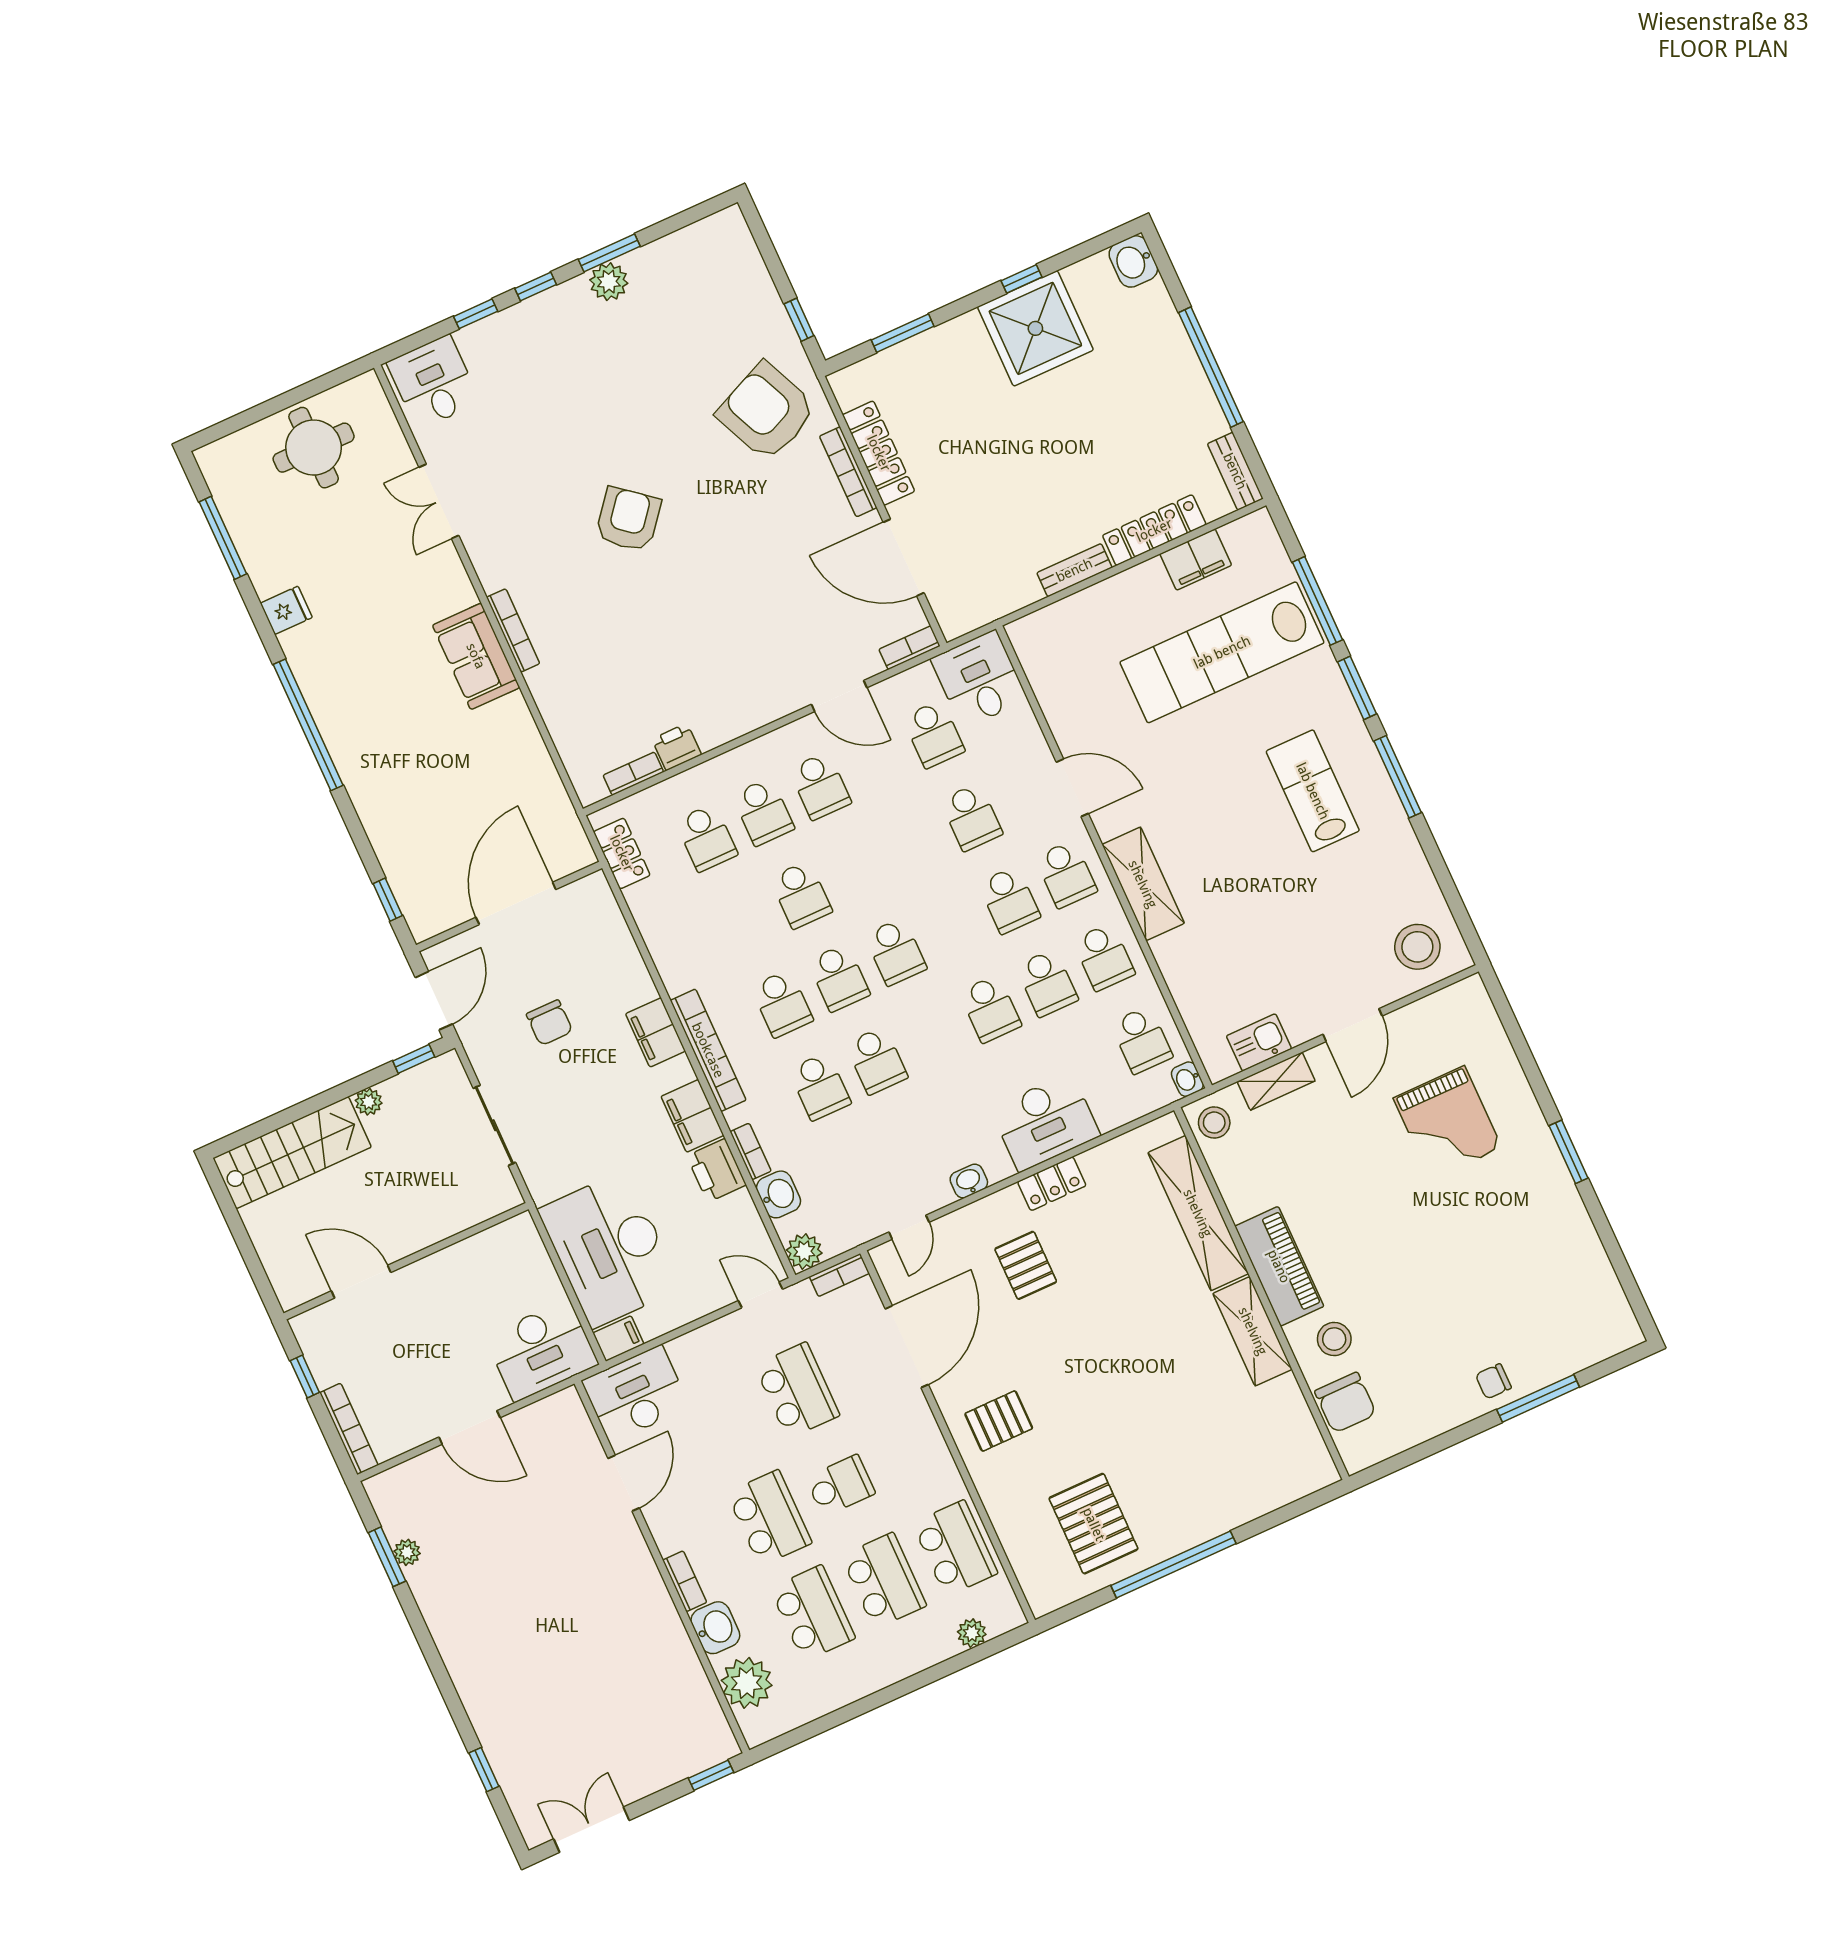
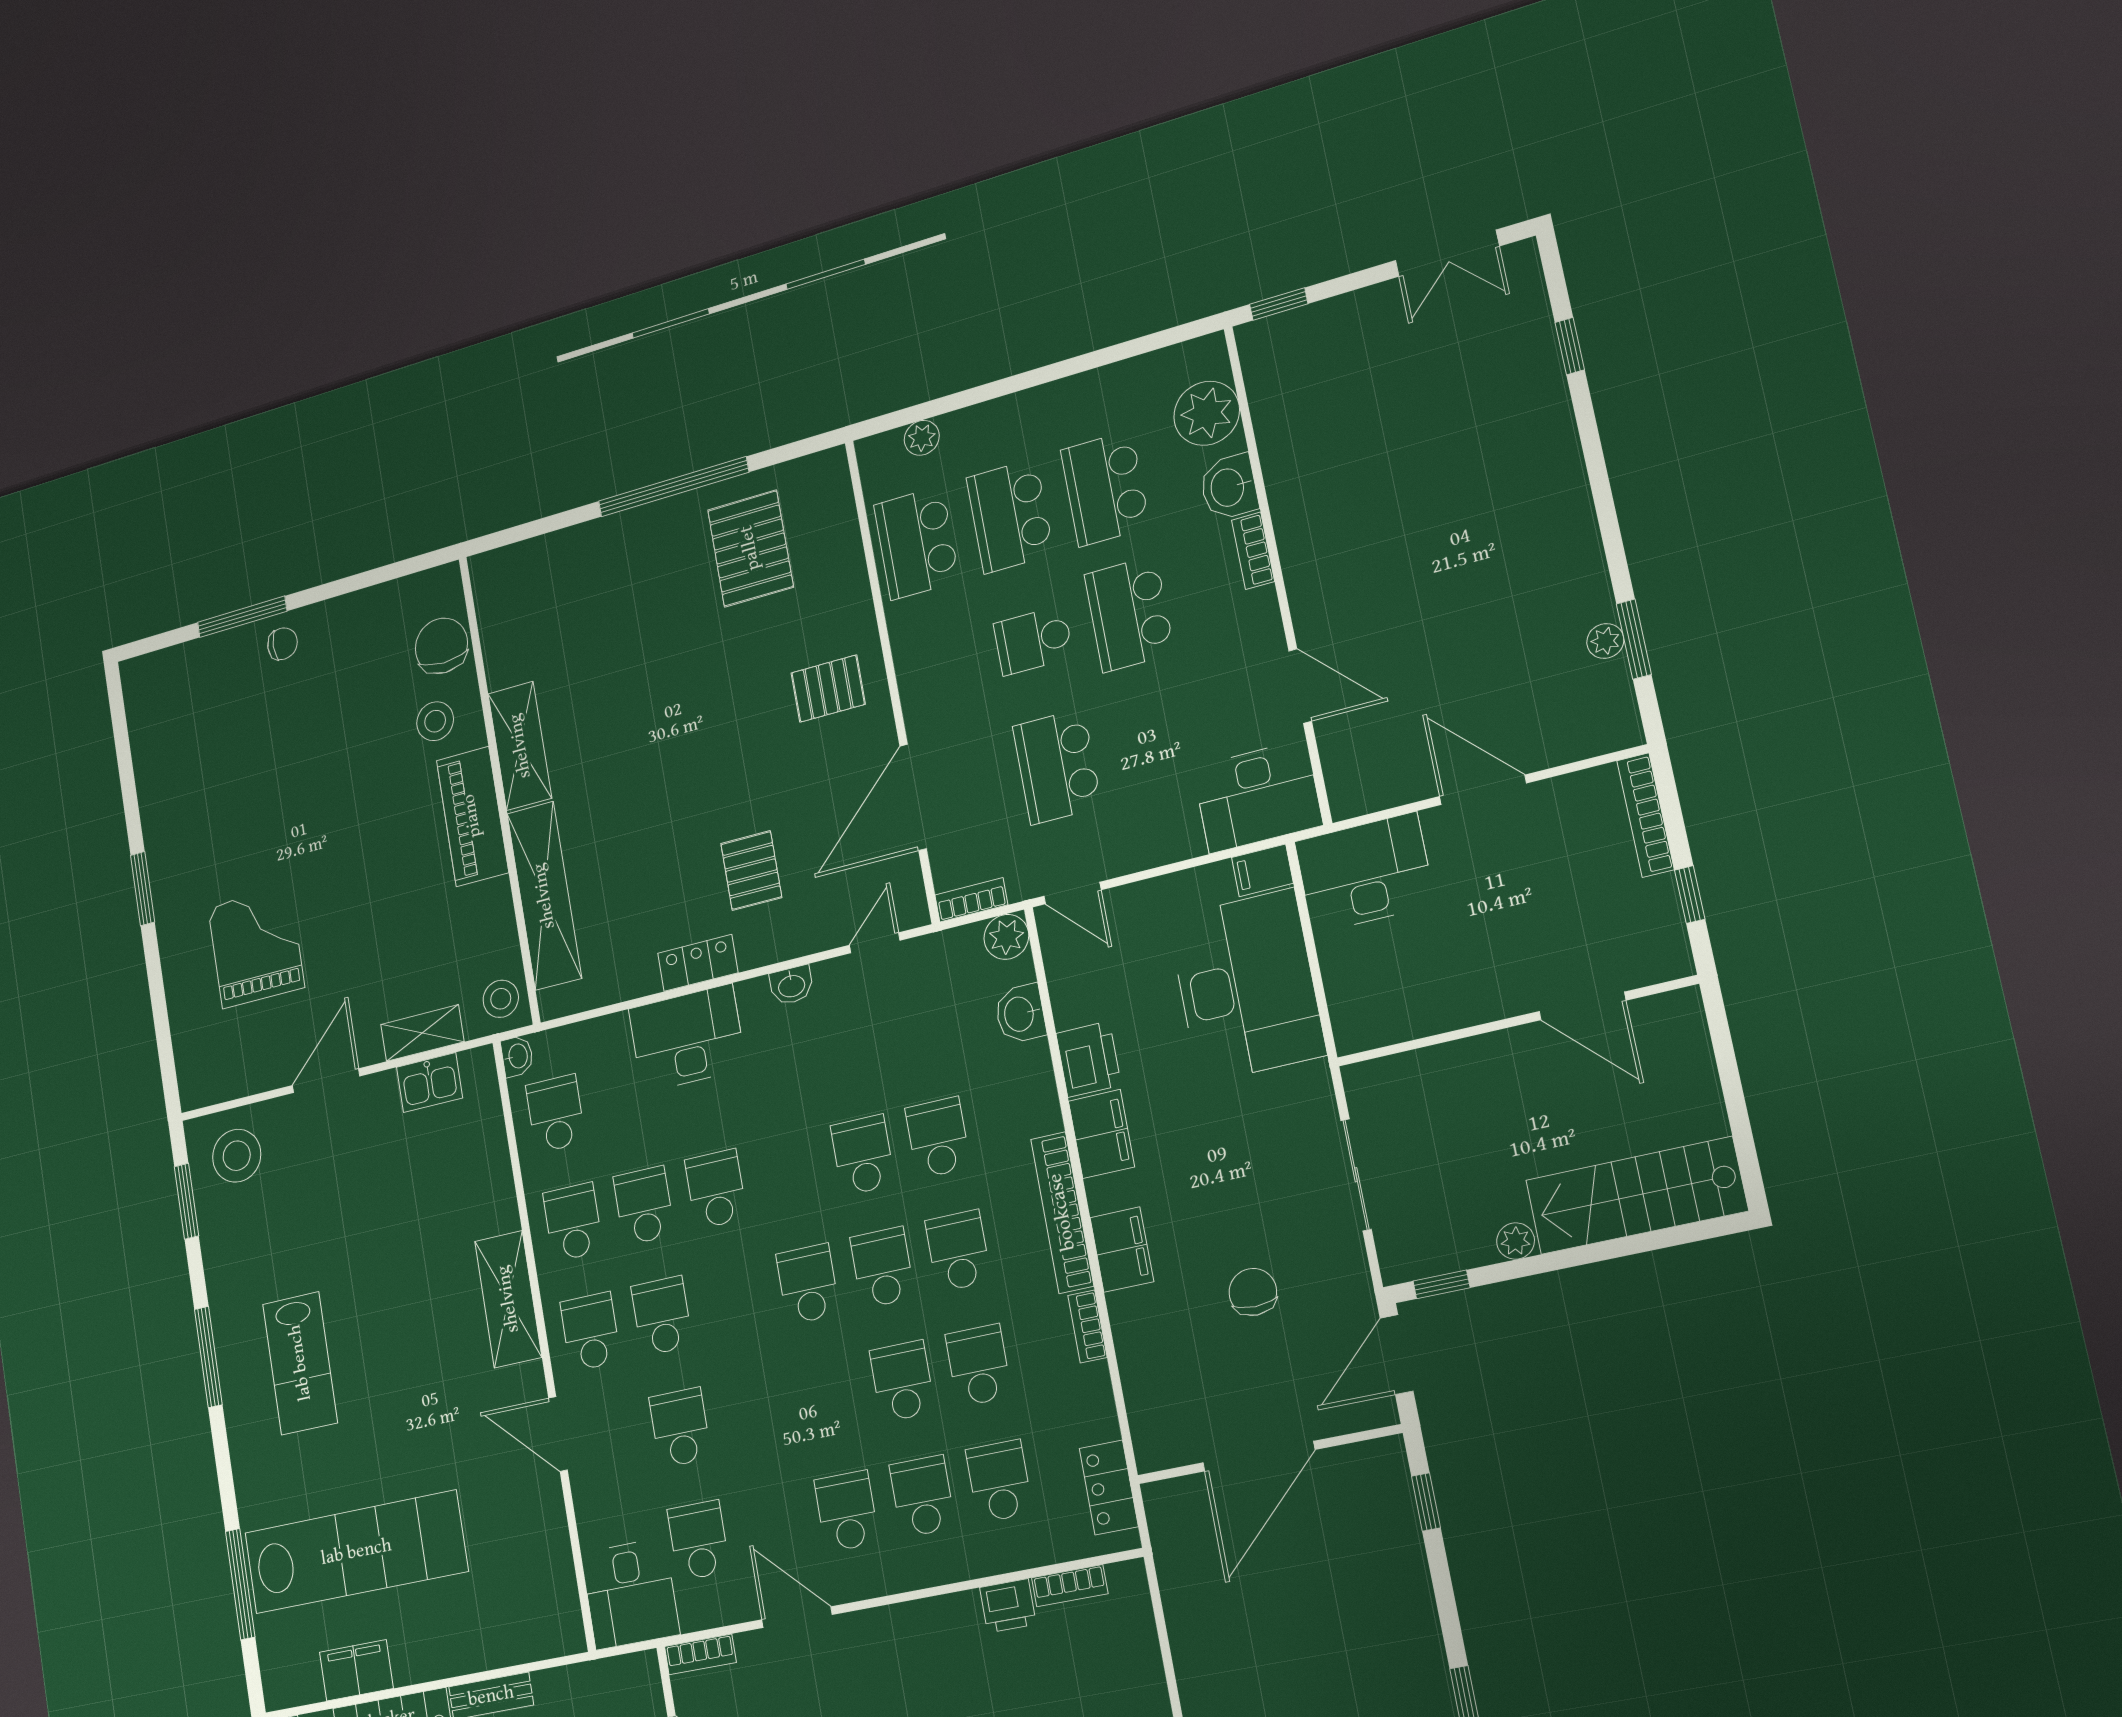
window: (1357, 688) -> (187, 1201), moved
school desk: (744, 921) -> (979, 1365), added
bookcase: (751, 1151) -> (1087, 1326), moved
door: (624, 1483) -> (1300, 686), swing flipped

